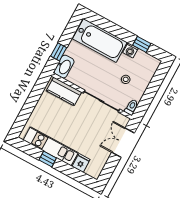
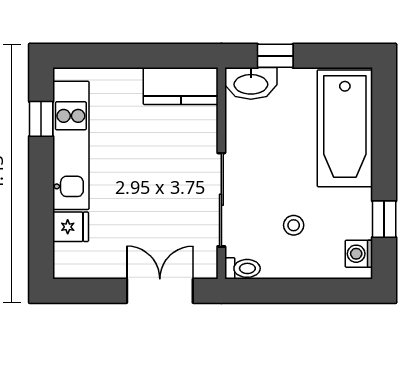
washing machine: (130, 50) -> (359, 254), moved
kitchen counter: (64, 91) -> (181, 86), moved, turned -90
window: (48, 159) -> (41, 119), moved

